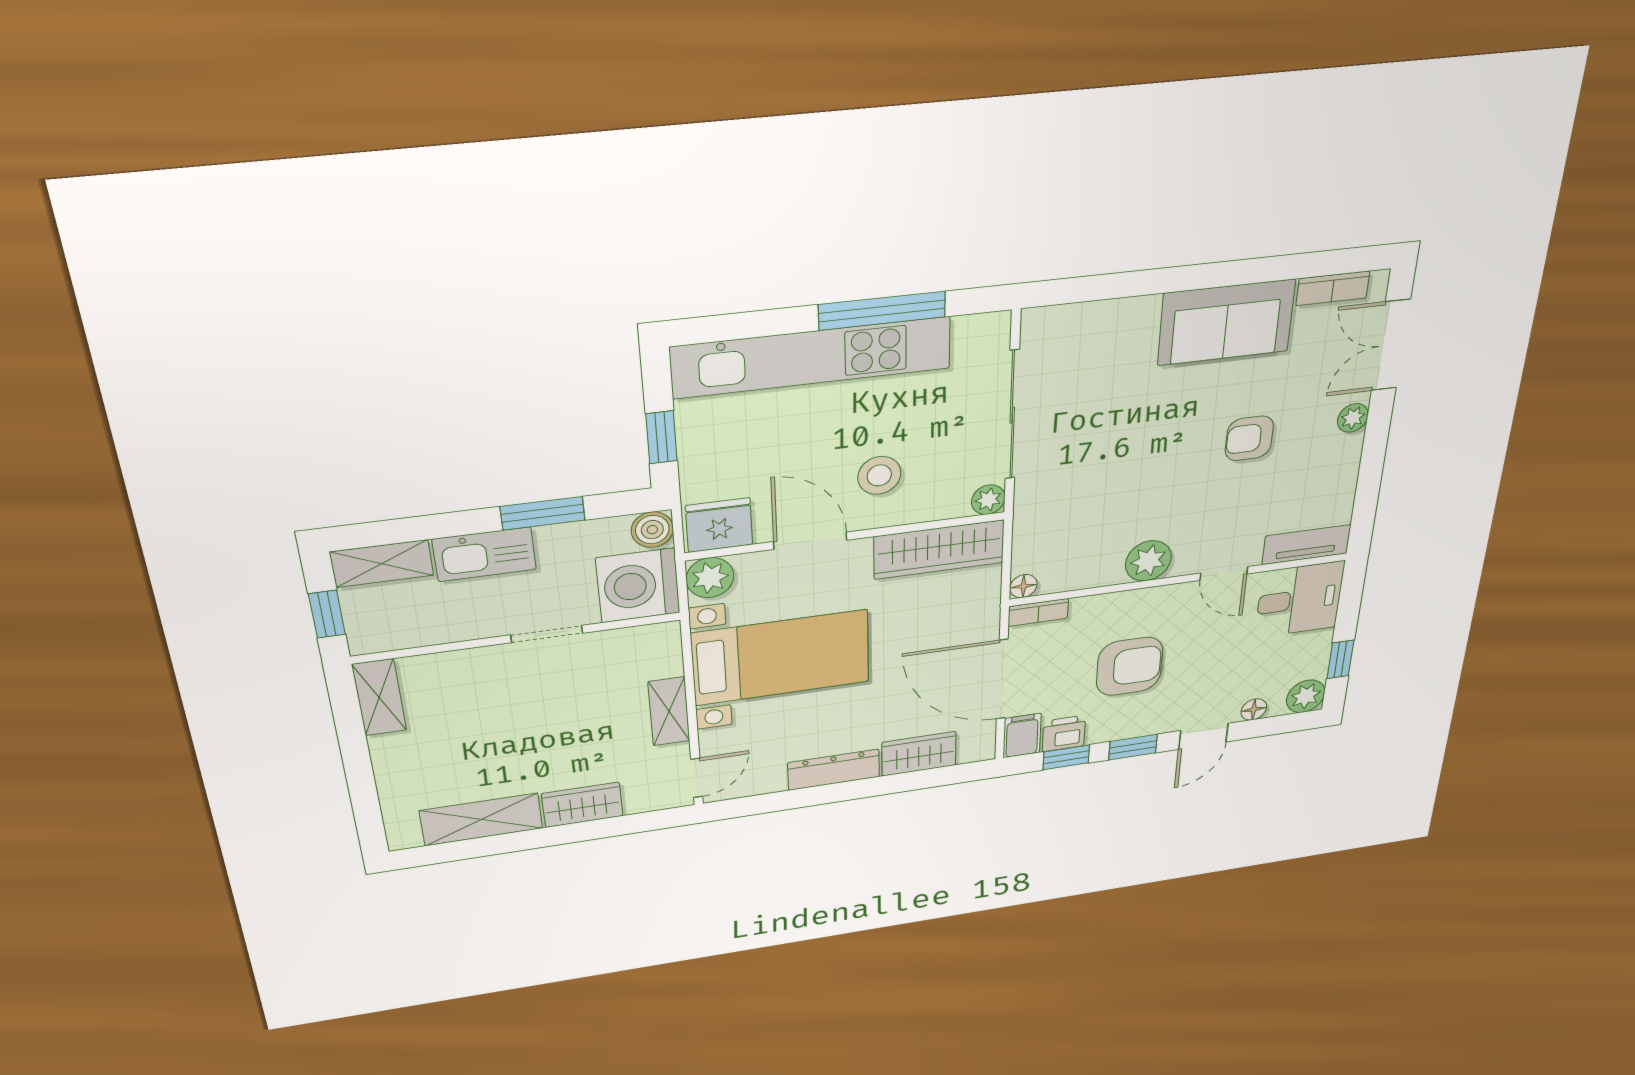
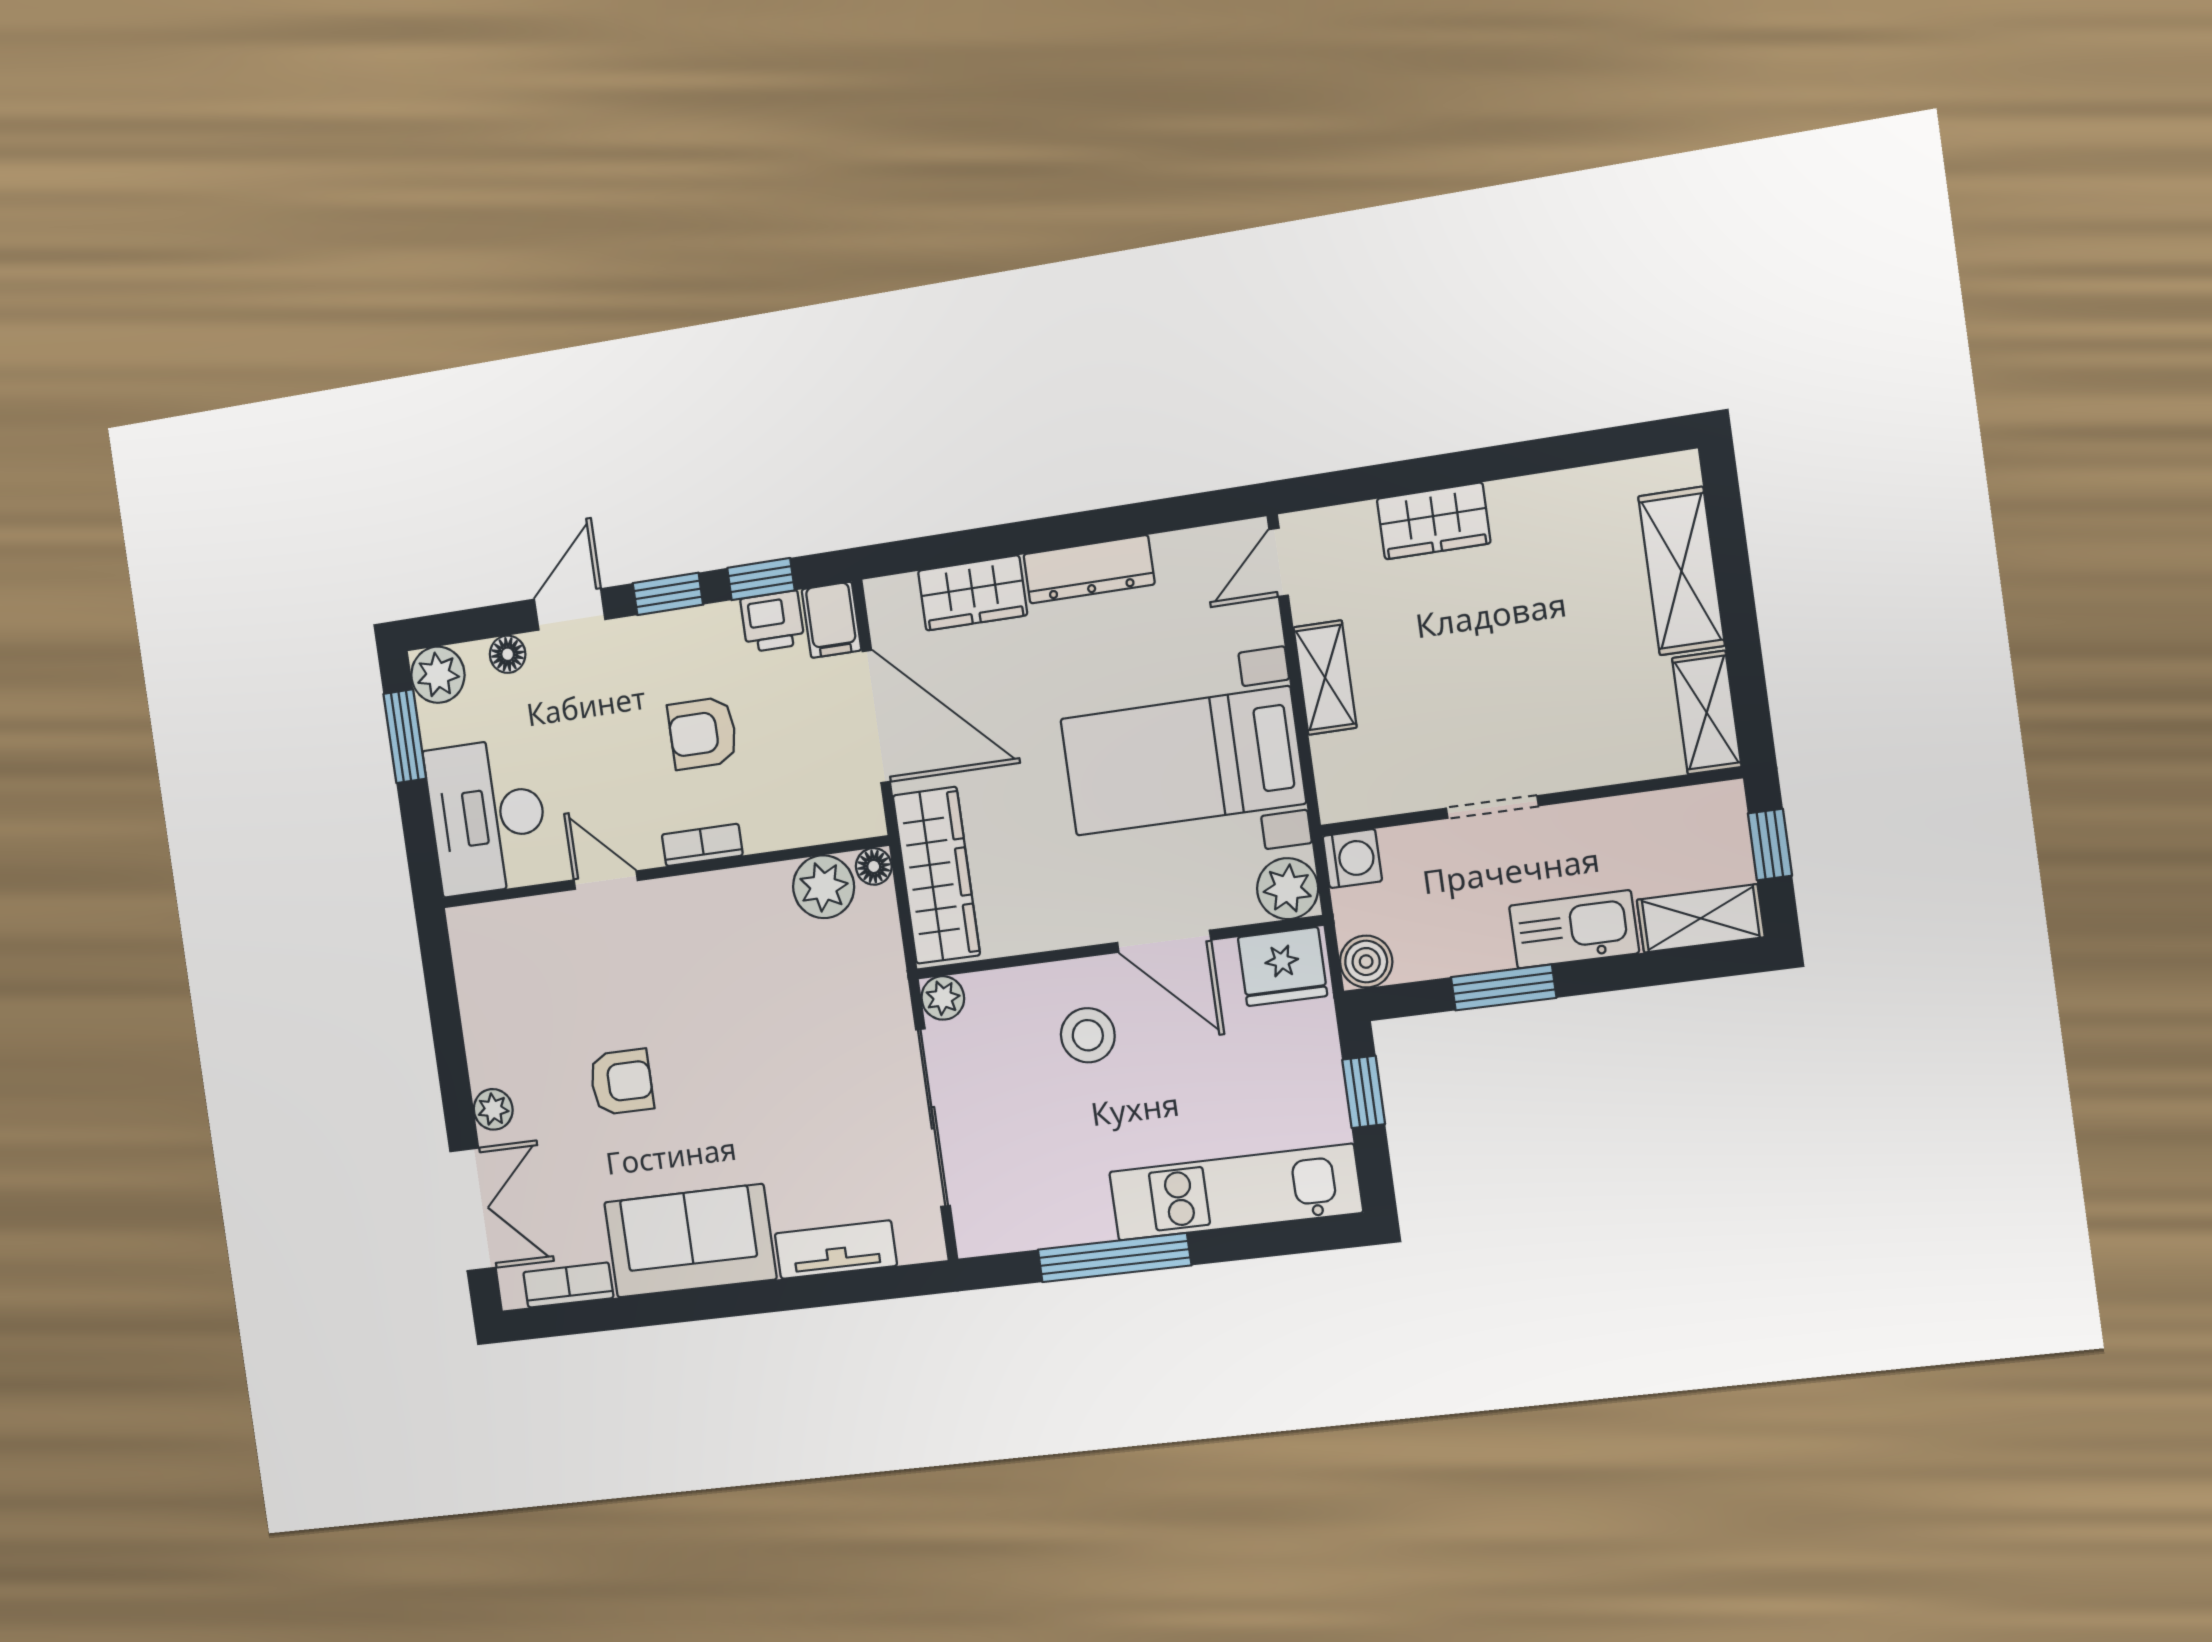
kitchen unit: (812, 358) -> (1235, 1192), width x0.73
tv unit: (1306, 545) -> (836, 1250), moved, turned 180
wardrobe: (939, 550) -> (936, 875), moved, turned 90
plant: (1148, 561) -> (824, 887), moved
washing machine: (638, 586) -> (1352, 859), width x0.53, depth x0.53
desk: (1299, 600) -> (487, 816), width x1.37
bookcase: (1038, 612) -> (702, 845), moved
window: (1340, 659) -> (405, 736), width x1.50
armchair: (1129, 666) -> (703, 733), width x0.72, depth x0.72
shelving: (481, 819) -> (1681, 571), moved, turned 90

